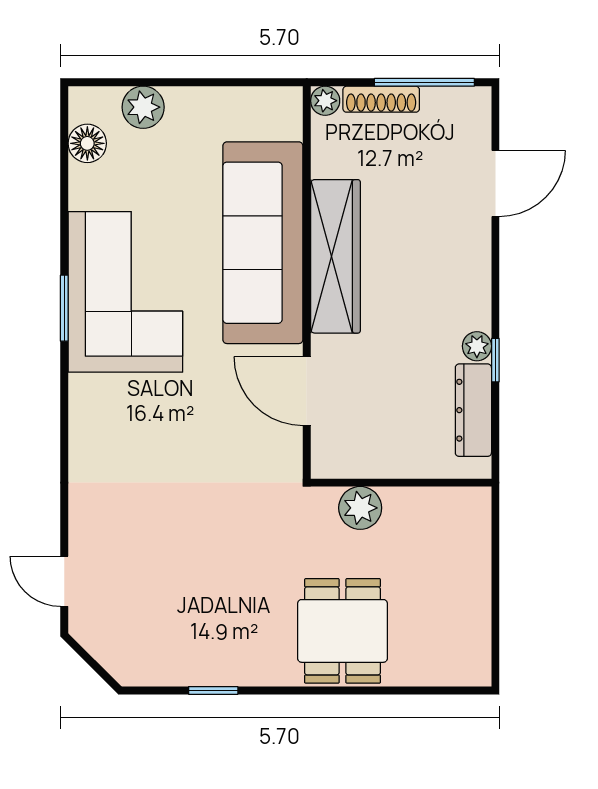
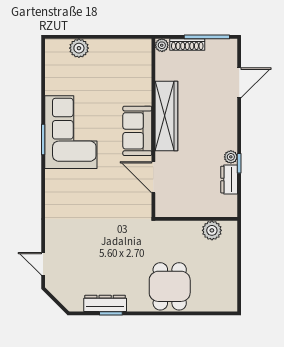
floor lamp: (87, 143) -> (54, 65), removed
sofa: (263, 243) -> (137, 131), width x0.54, depth x0.79
dresser: (473, 410) -> (229, 180), width x0.70
plant: (360, 508) -> (212, 230), moved
dresser: (200, 668) -> (105, 303), added

